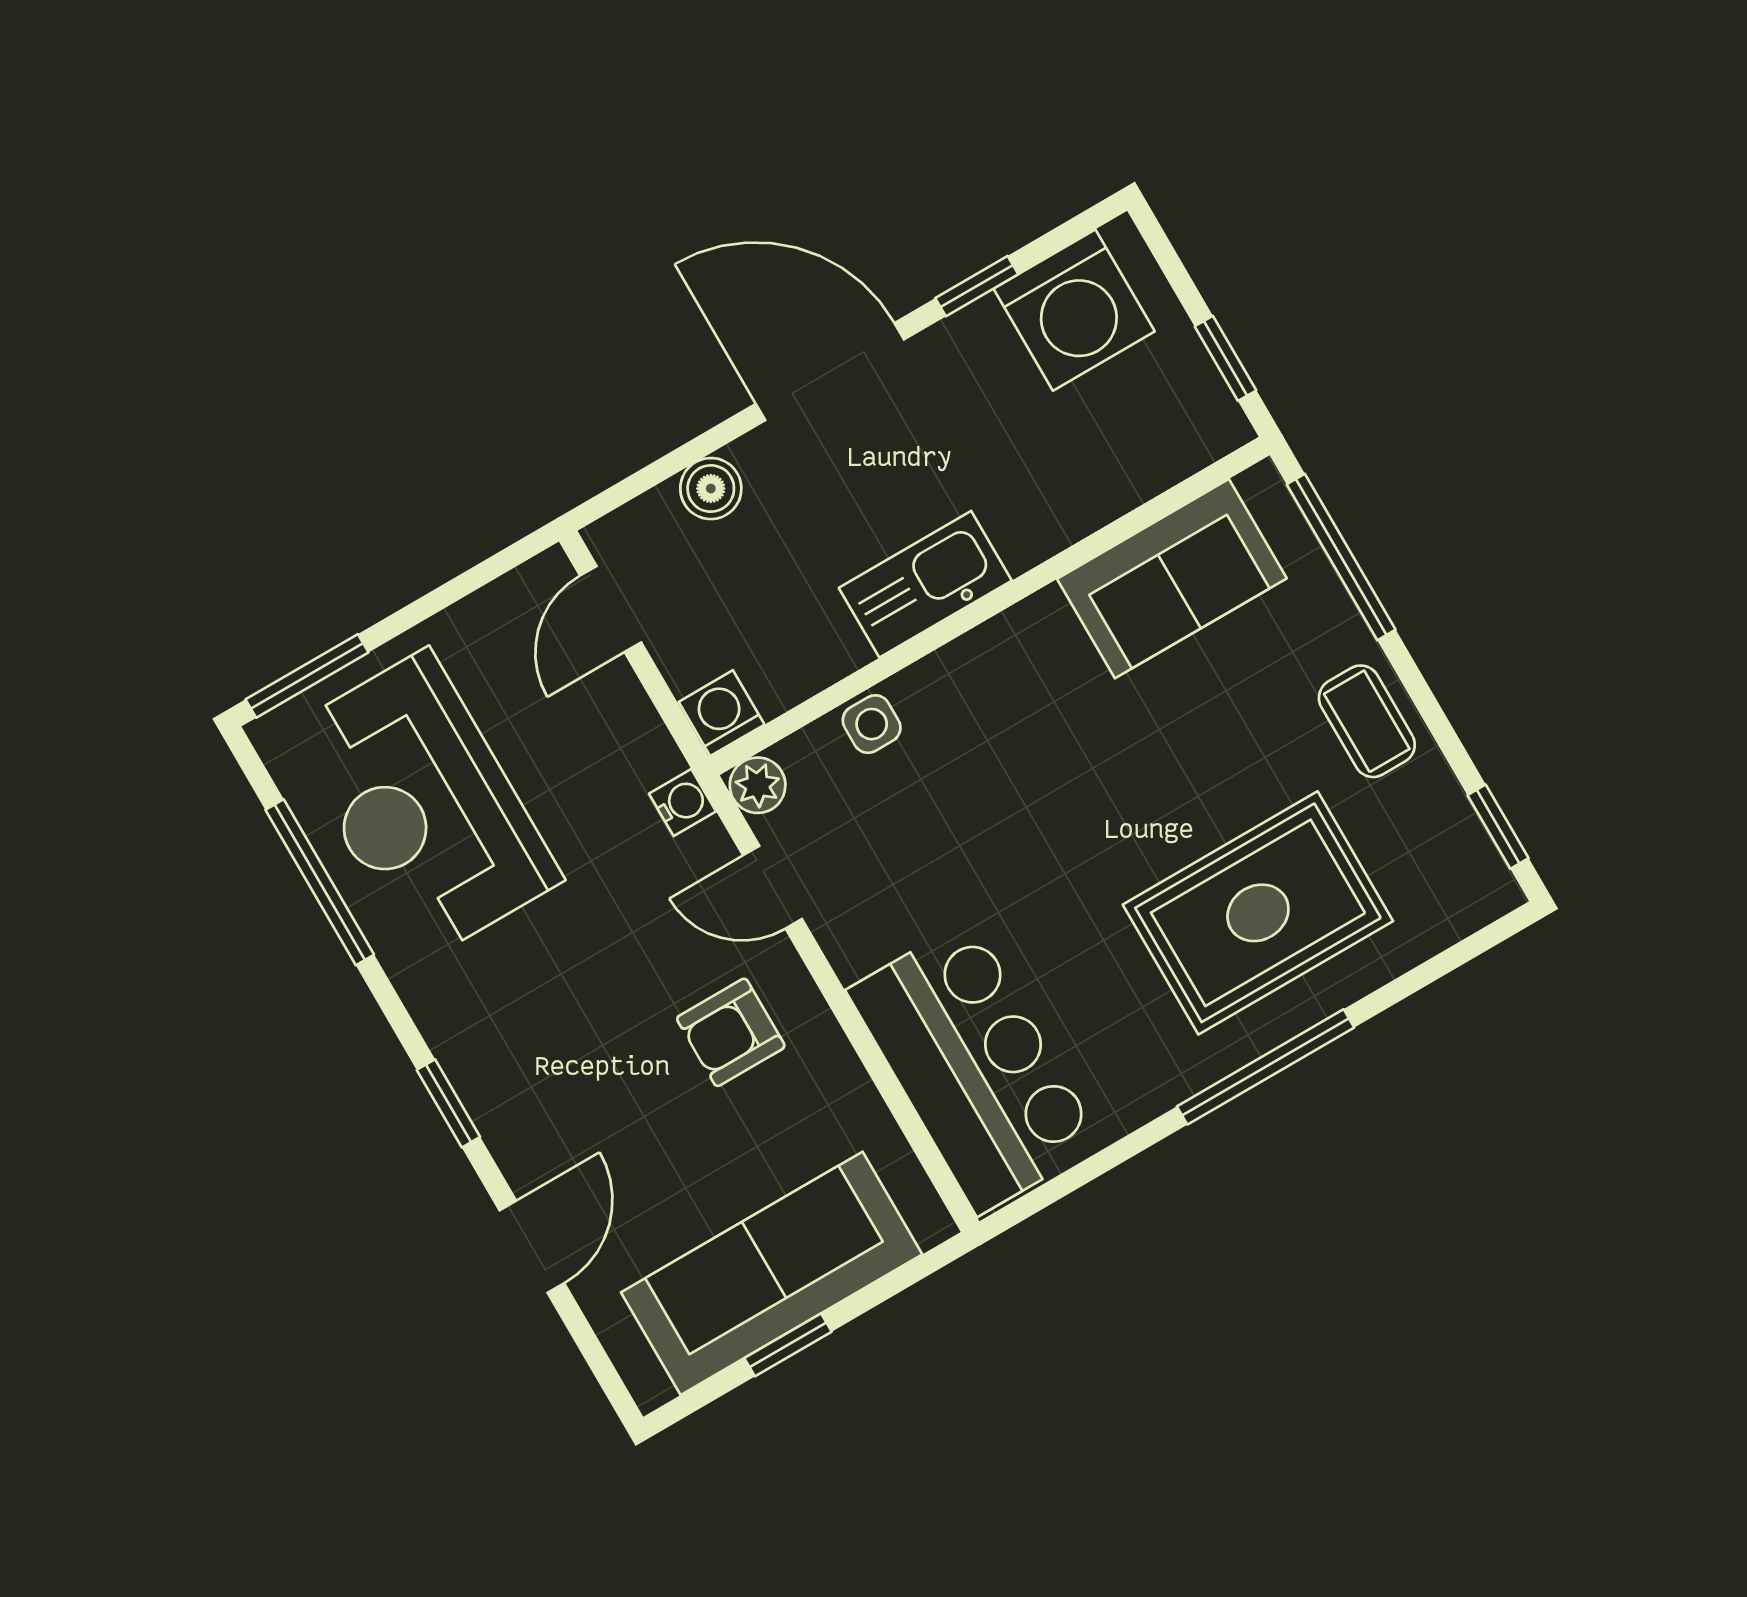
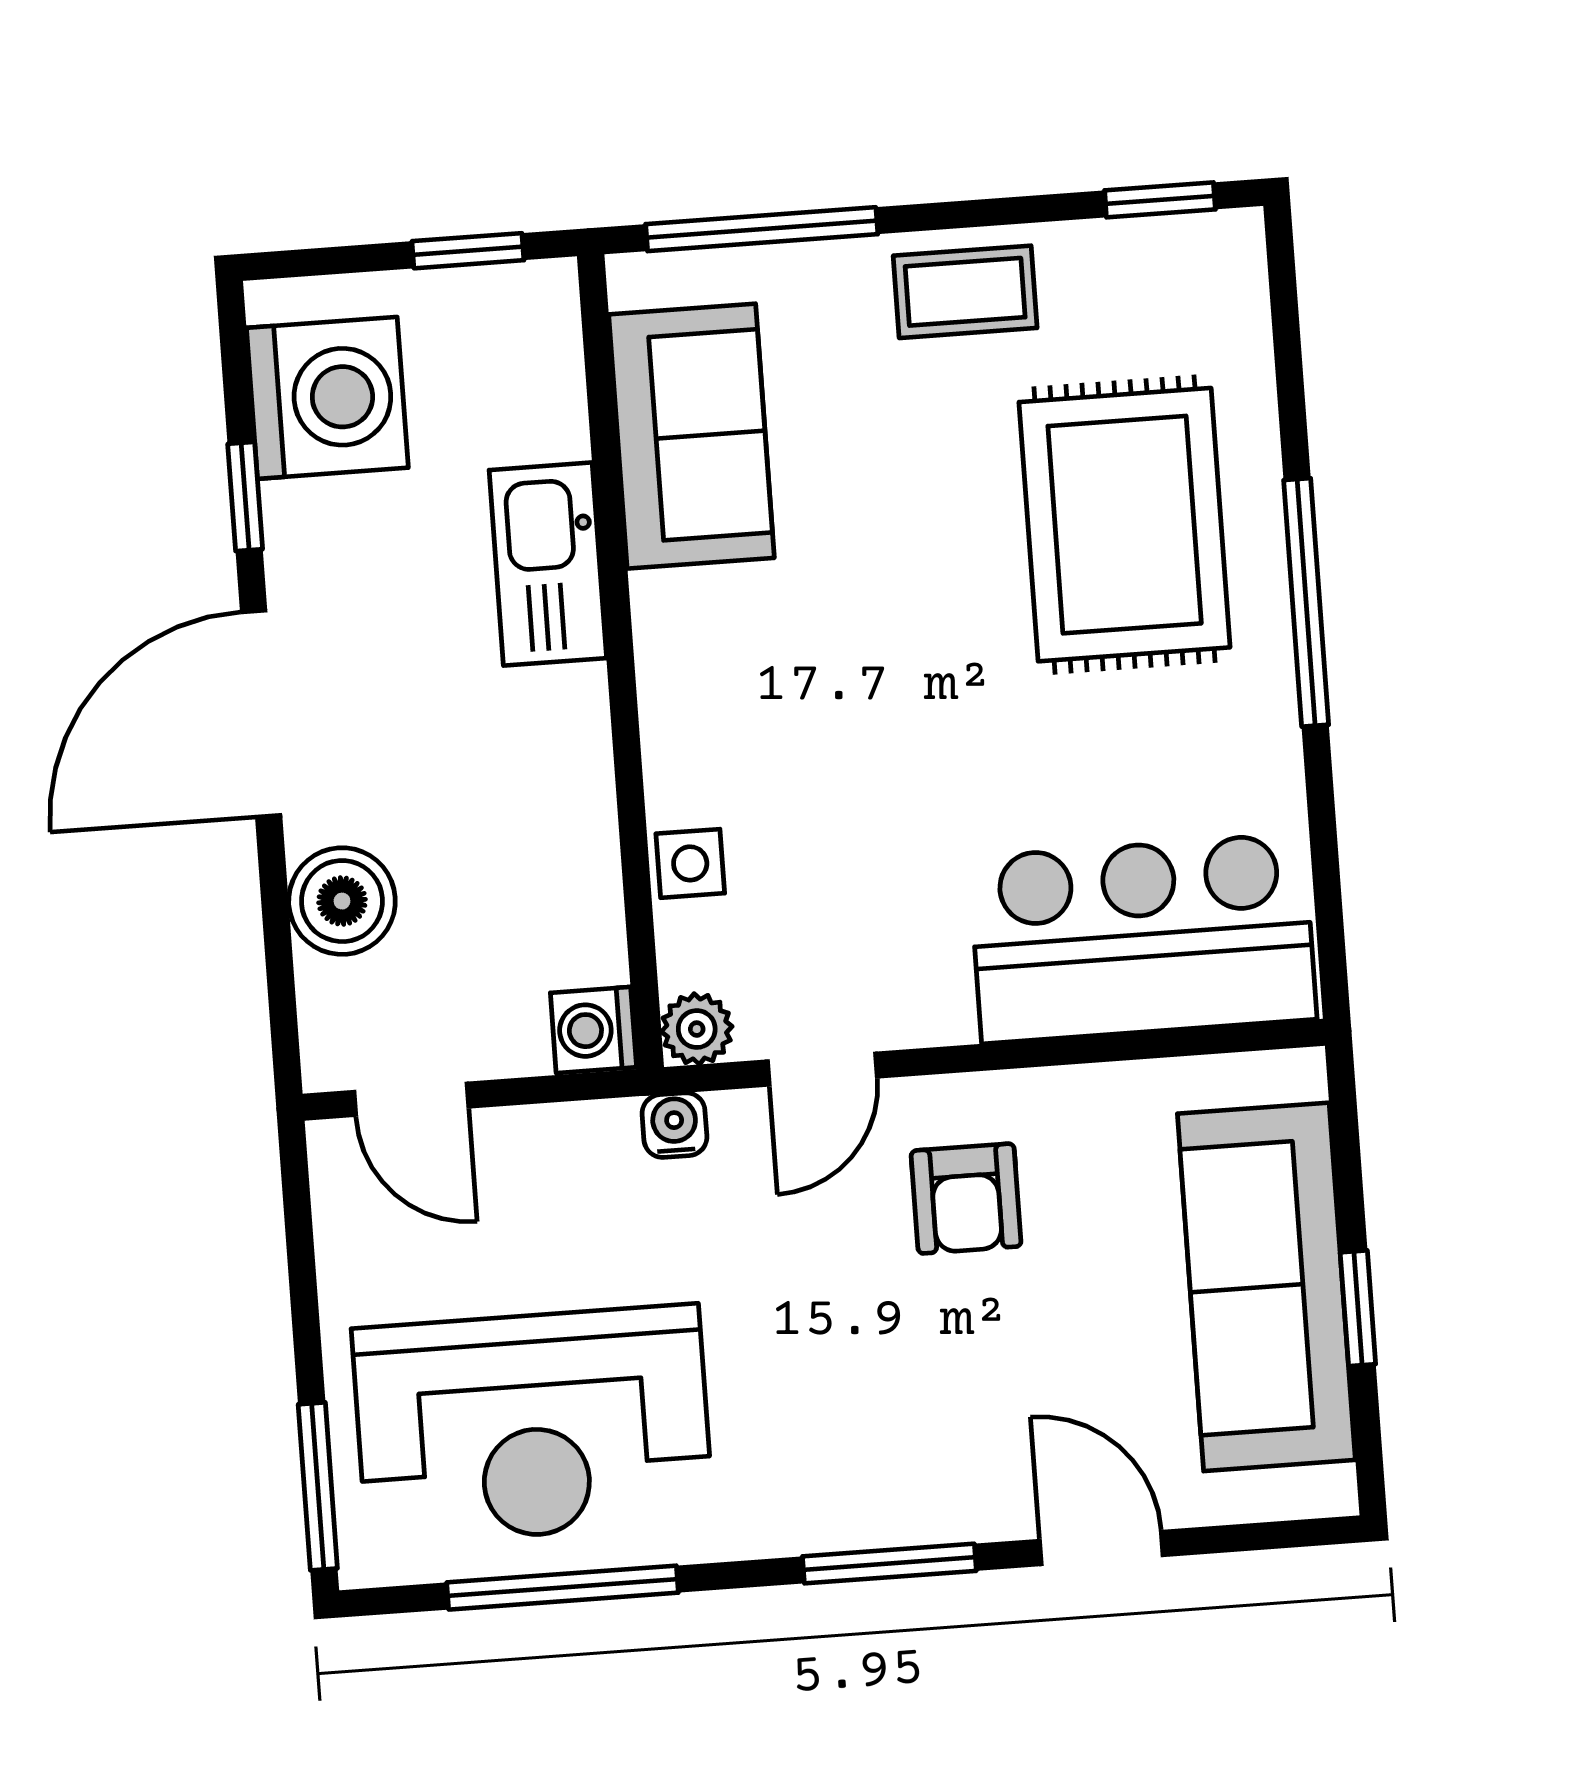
boiler: (711, 489) -> (342, 901), width x1.36, depth x1.36
kitchen sink: (925, 584) -> (548, 564), moved
window: (448, 1103) -> (889, 1564), width x1.50

